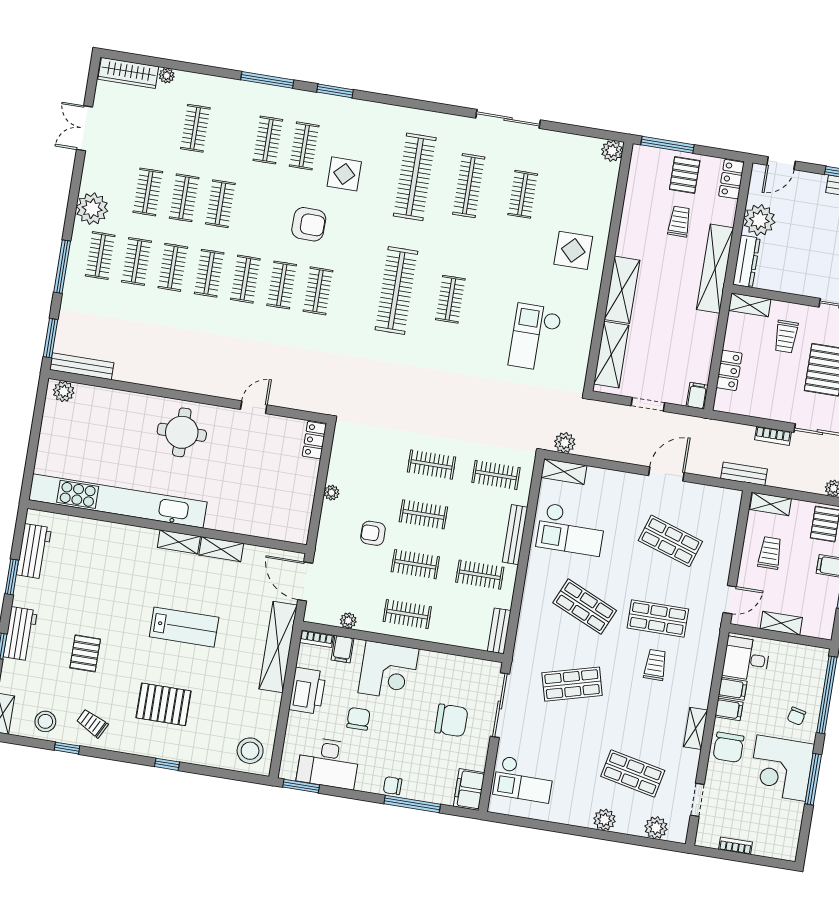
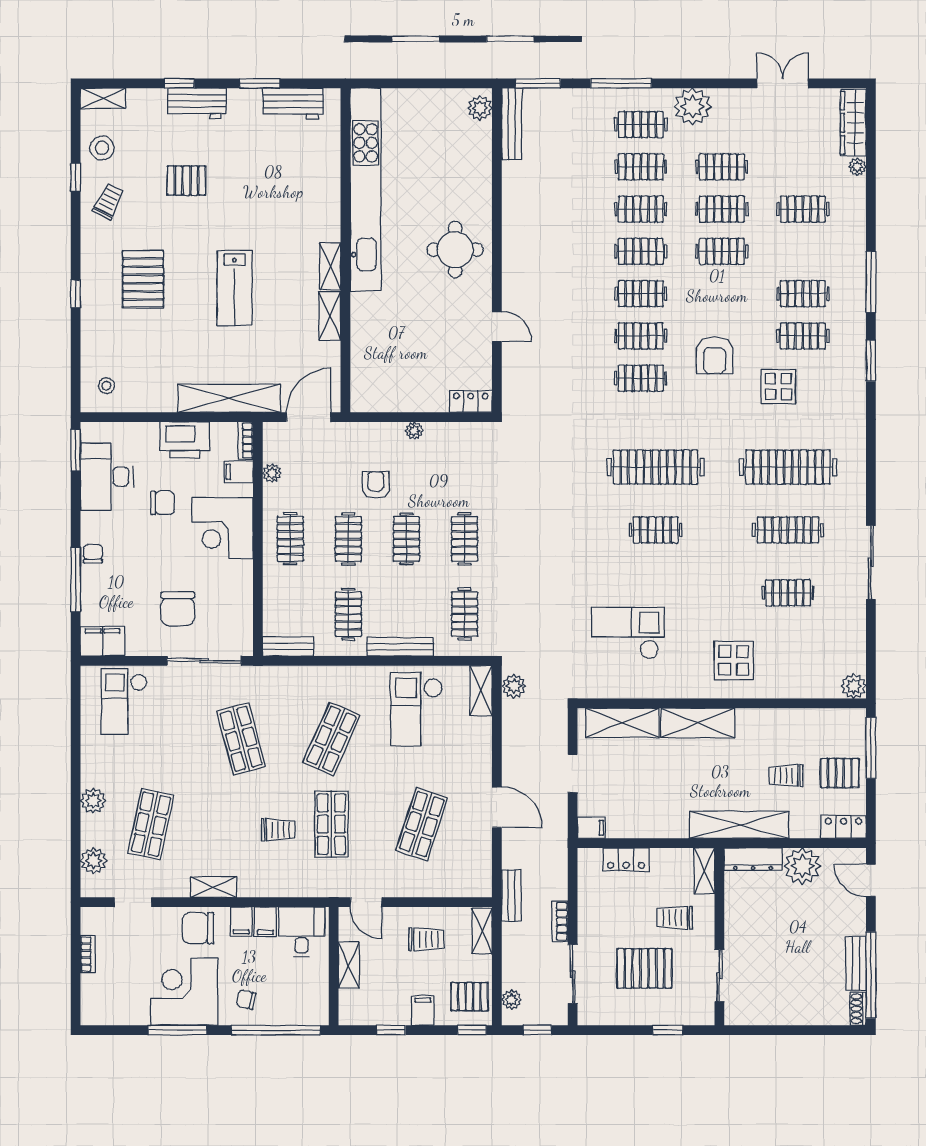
trolley: (679, 221) -> (786, 776), turned 180
stool: (250, 751) -> (106, 386), width x0.53, depth x0.53

